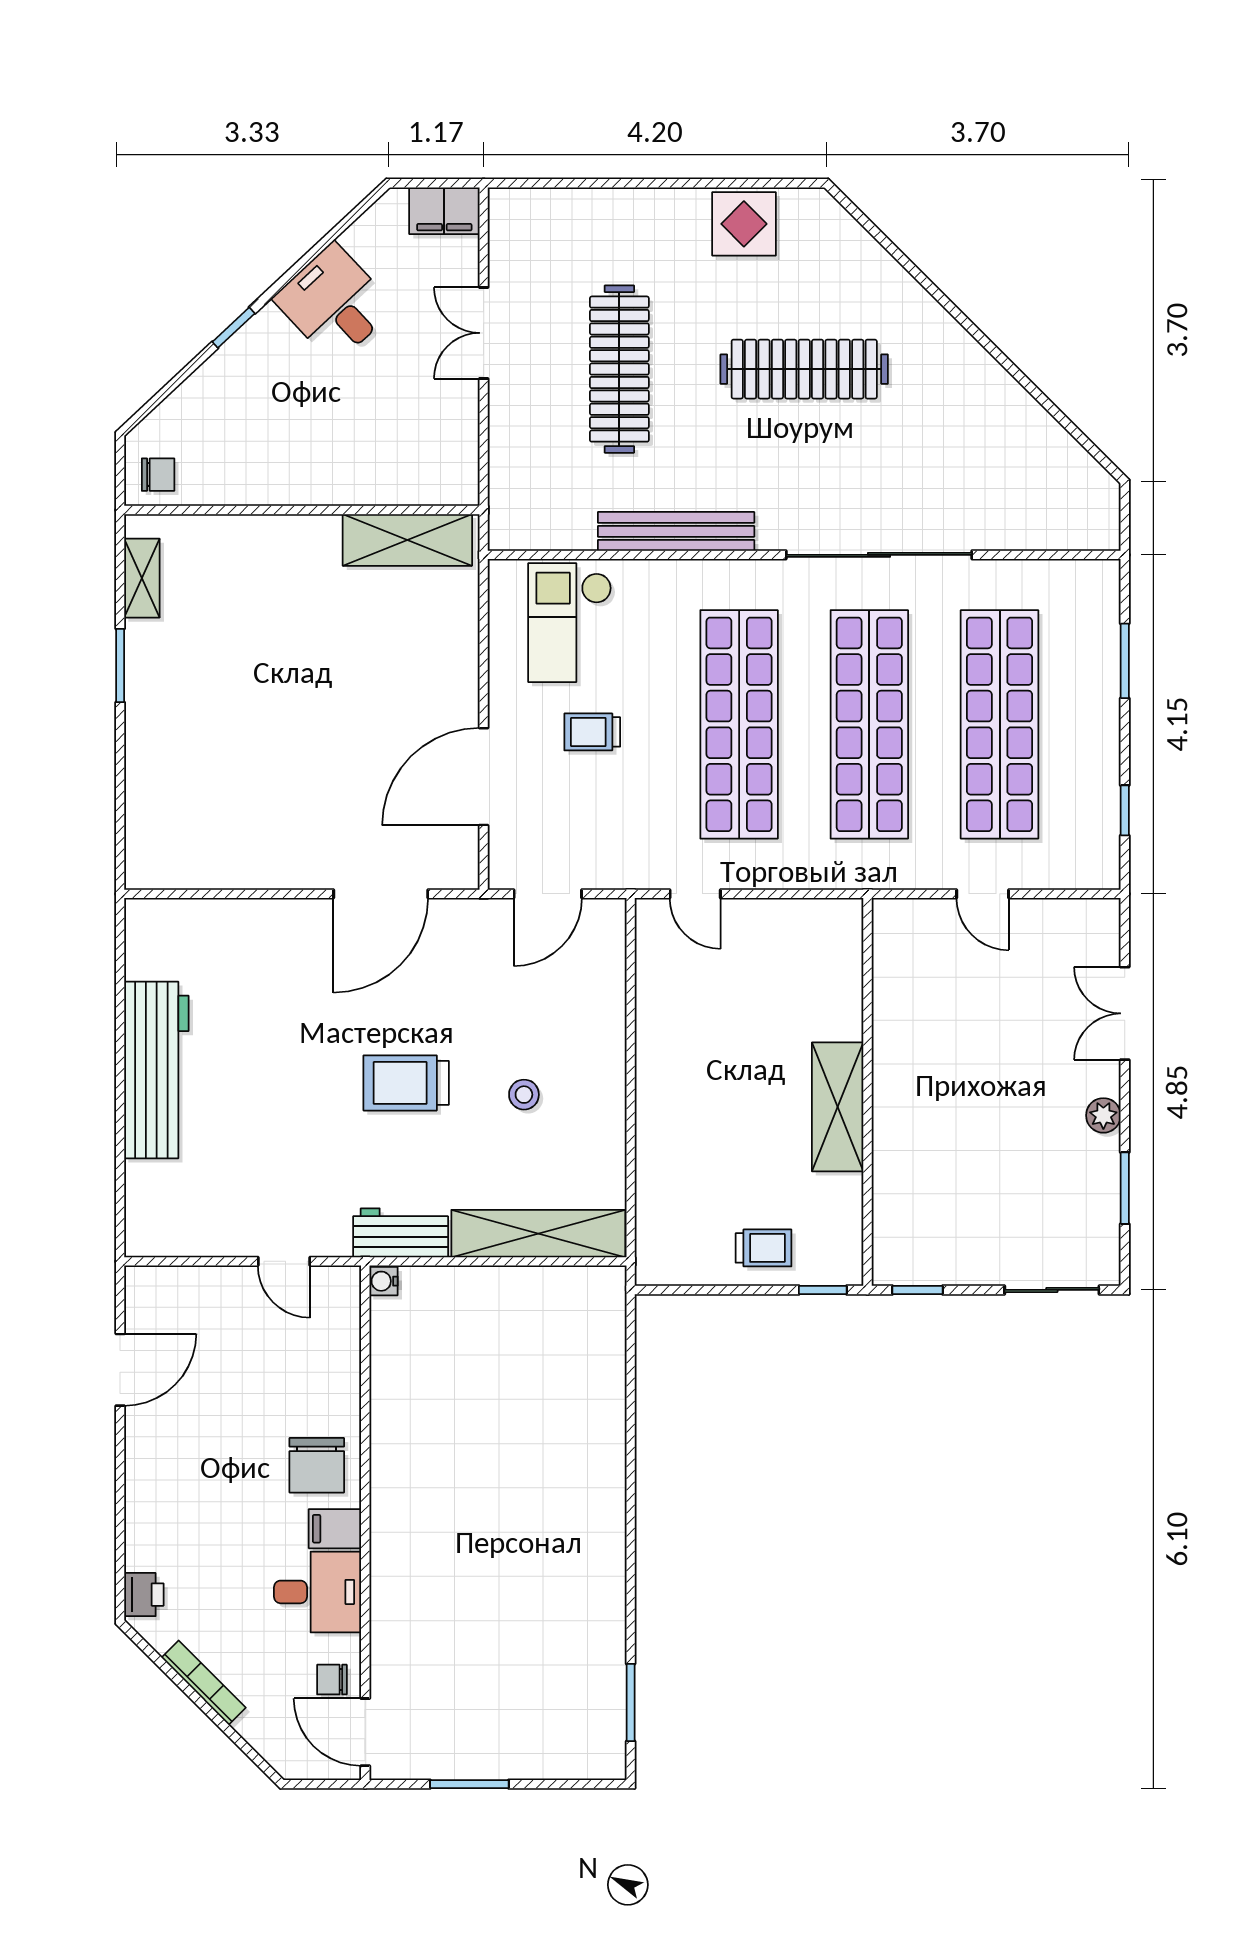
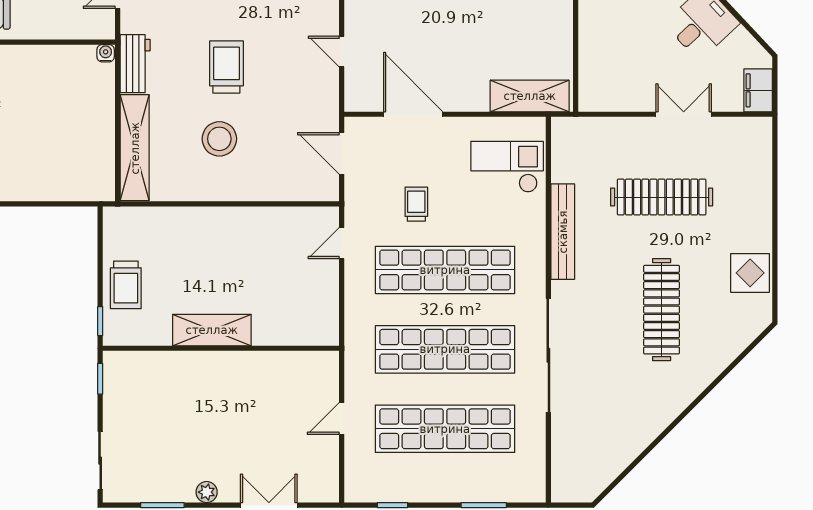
shelving: (407, 540) -> (530, 96), moved, turned 90
trolley: (592, 732) -> (416, 204), moved
door: (381, 894) -> (342, 52), width x0.53
stool: (524, 1095) -> (219, 139), width x1.89, depth x1.89
trolley: (764, 1248) -> (126, 285), width x1.36, depth x1.39

